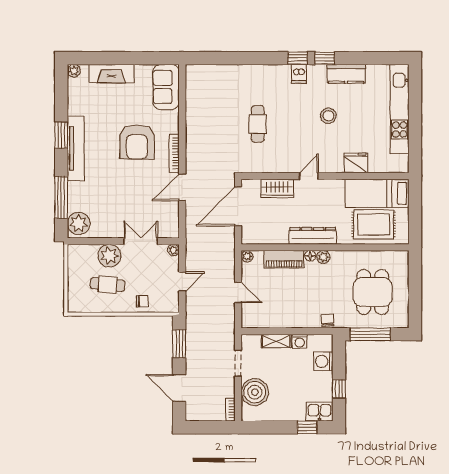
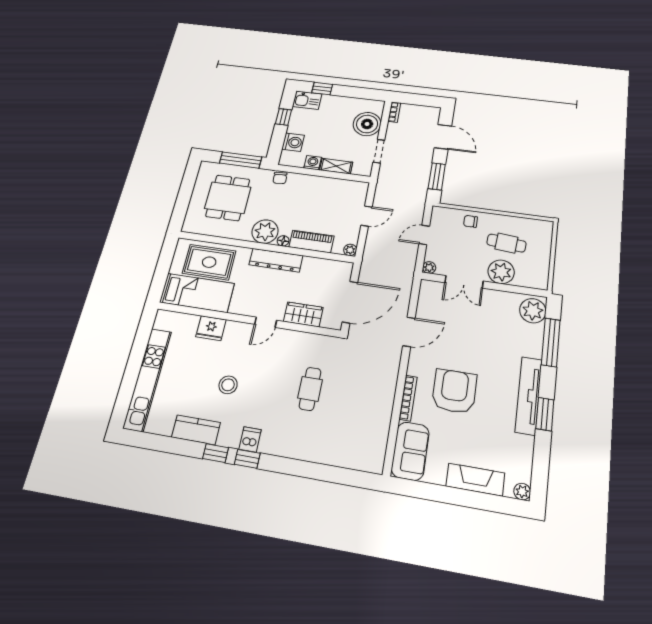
bookcase: (174, 153) -> (408, 398), moved
plant: (323, 257) -> (265, 232), width x1.88, depth x1.88
door: (238, 293) -> (366, 216), swing flipped

